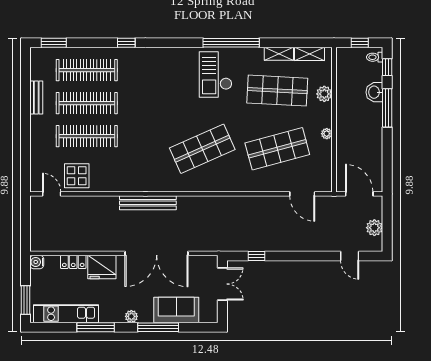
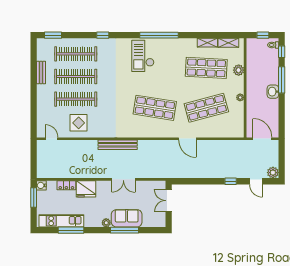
window: (231, 43) -> (159, 35), moved
checkout: (216, 74) -> (143, 56), moved
washbasin: (374, 92) -> (273, 92), moved
shop shelf: (202, 149) -> (155, 108), turned 33
display table: (77, 176) -> (79, 123), moved
door: (302, 194) -> (187, 139), moved
plant: (374, 228) -> (273, 173), moved
double door: (157, 253) -> (123, 179), width x0.54
window: (257, 256) -> (231, 181), moved
double door: (222, 284) -> (169, 201), swing flipped
window: (25, 300) -> (34, 197), moved
sofa: (176, 310) -> (127, 218), moved
window: (96, 327) -> (71, 230), moved

